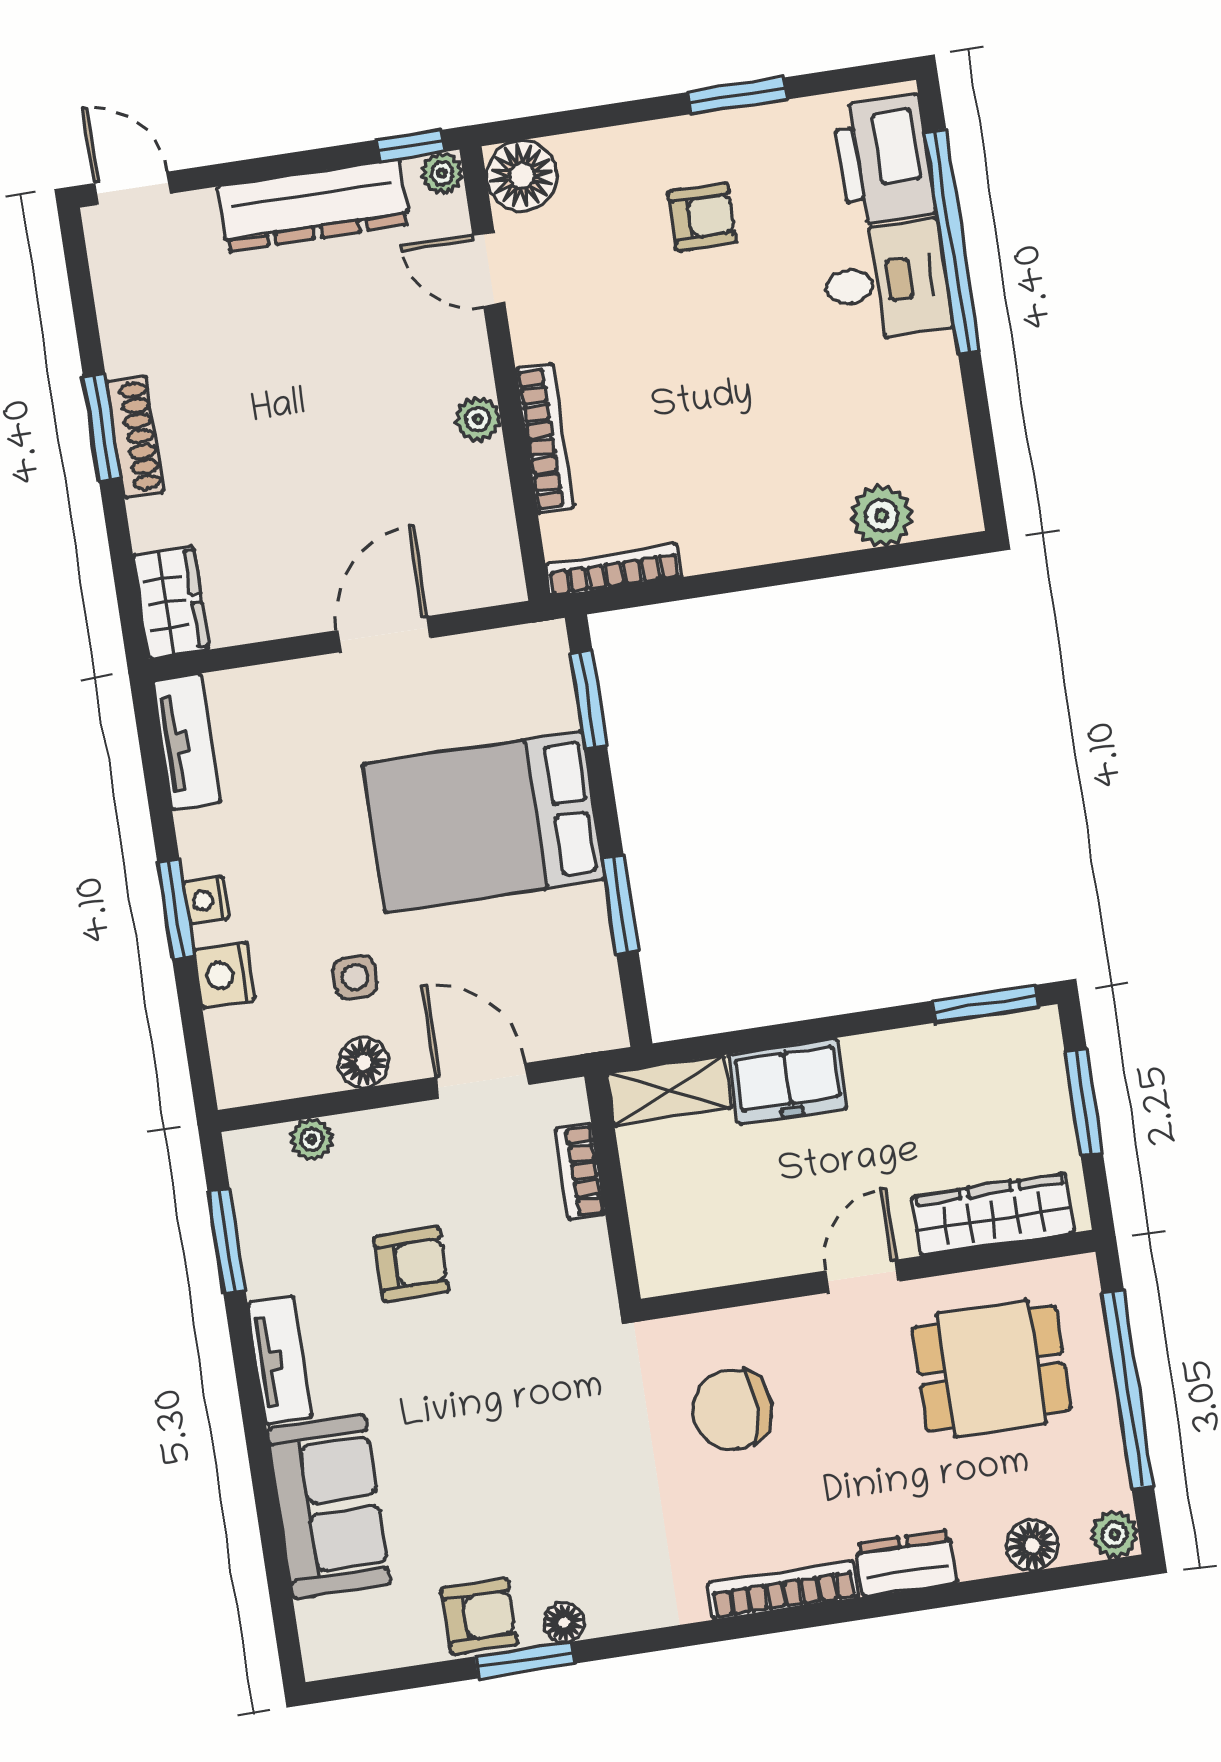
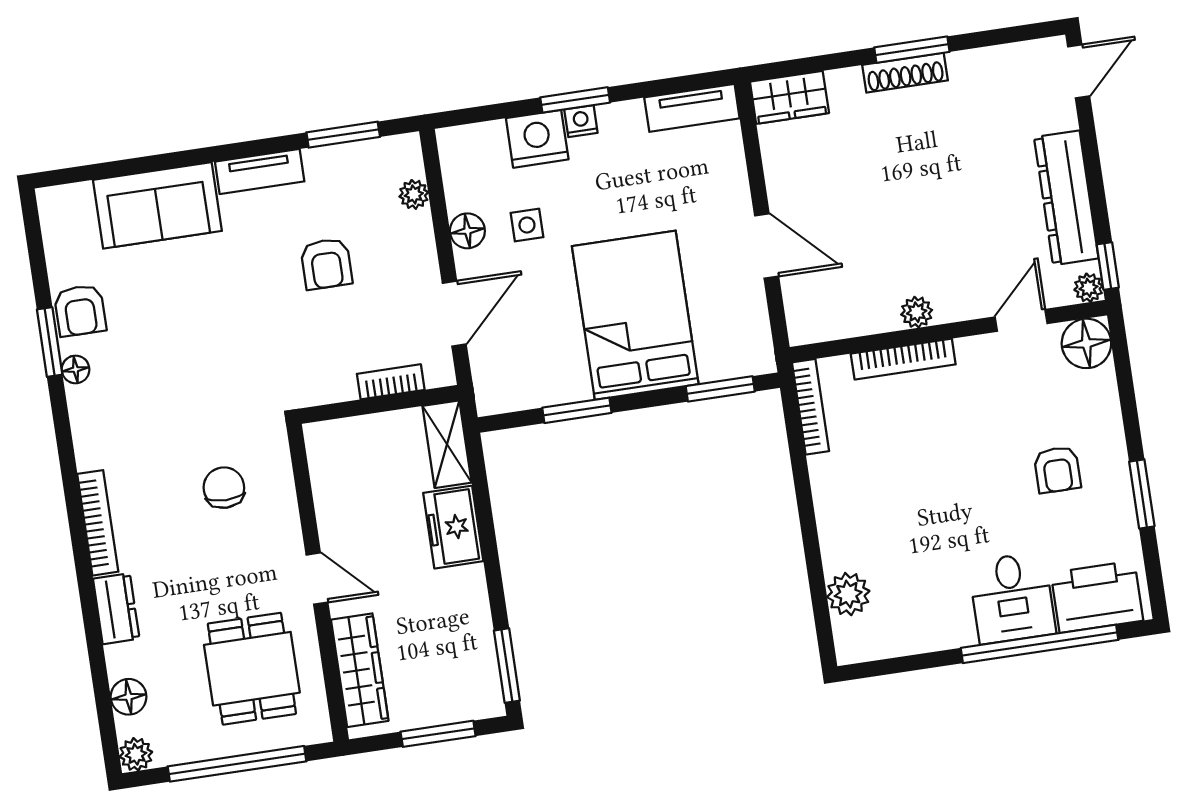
nightstand: (224, 975) -> (537, 139), width x1.36, depth x1.33
chair: (732, 1410) -> (224, 488), width x0.73, depth x0.73

